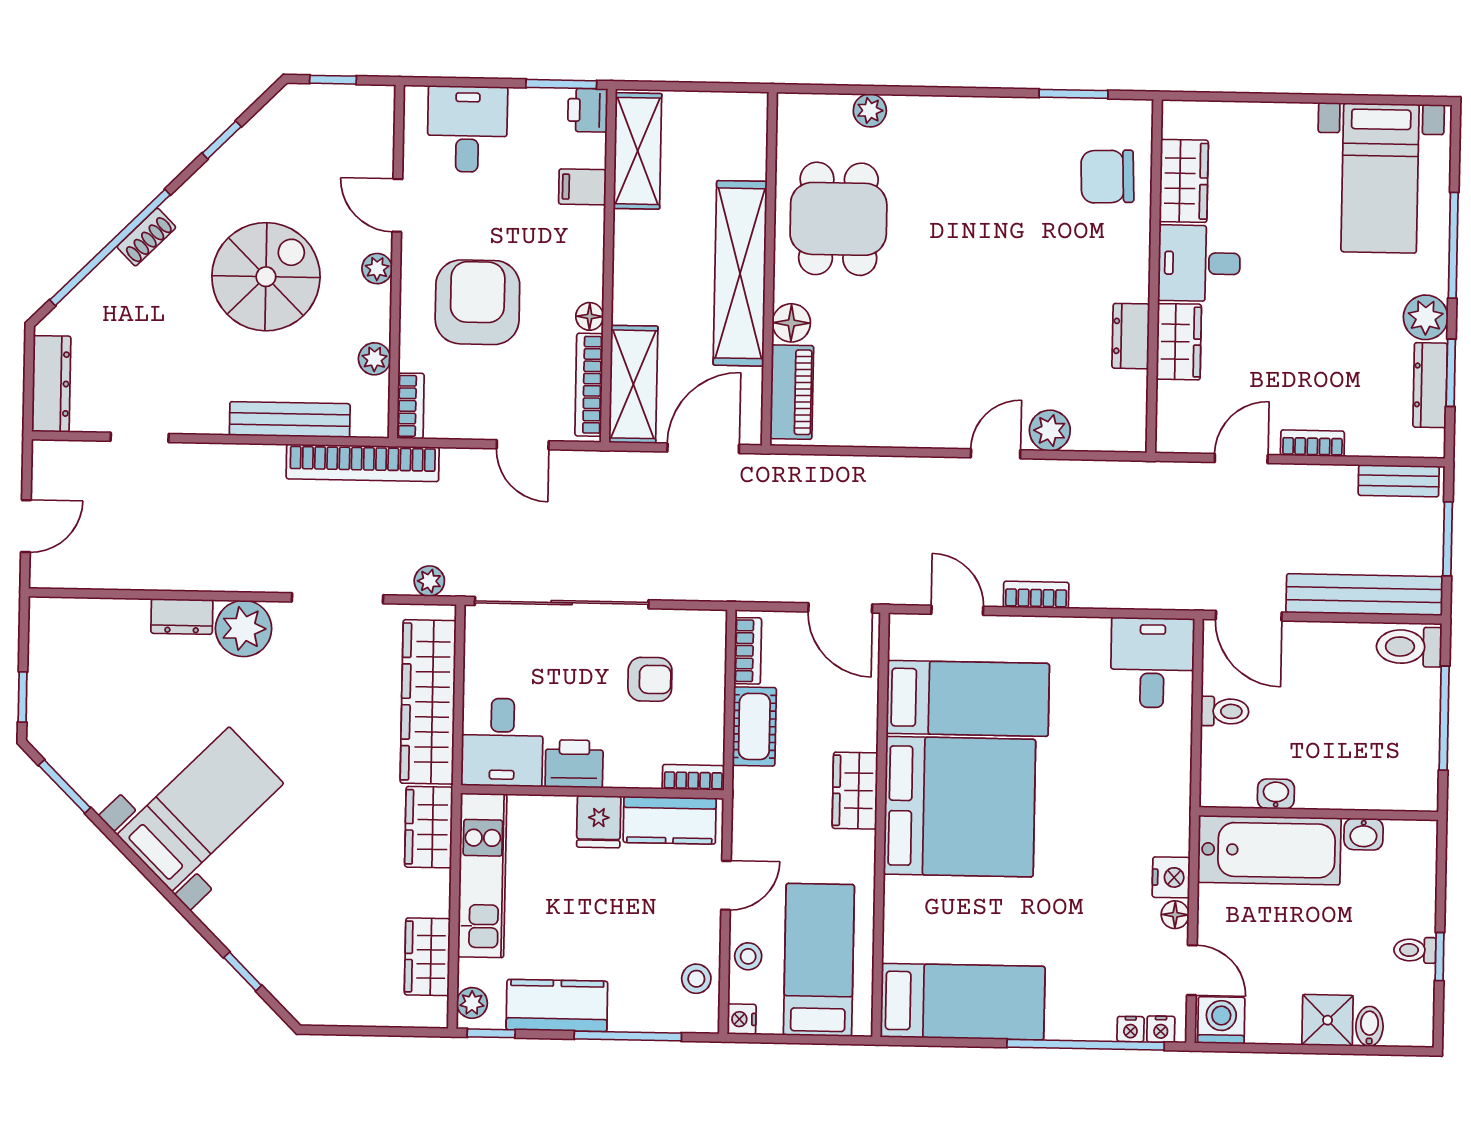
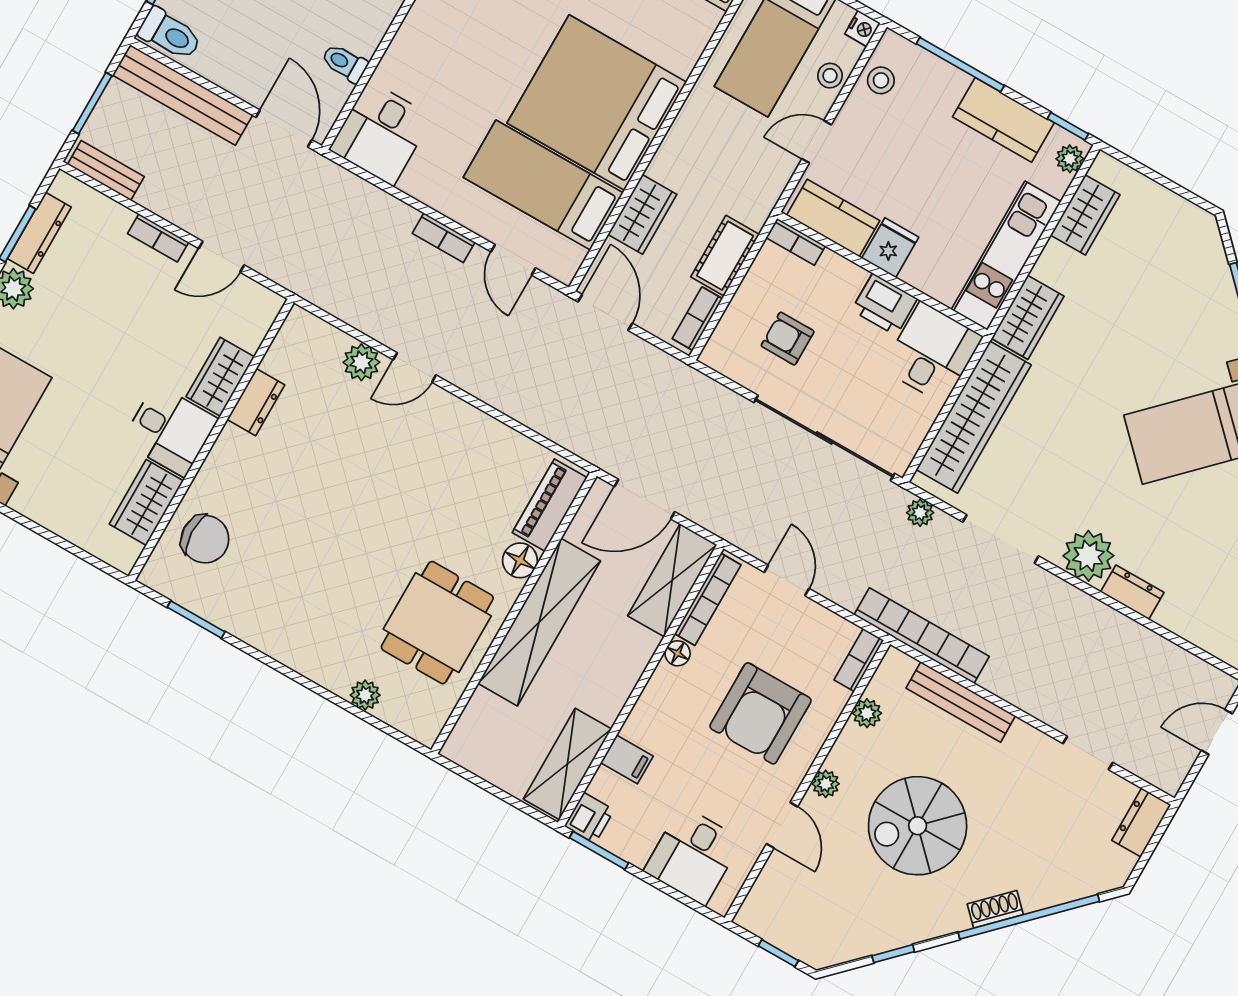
dresser: (51, 384) -> (1141, 823), width x0.70
wardrobe: (855, 791) -> (642, 214), moved

